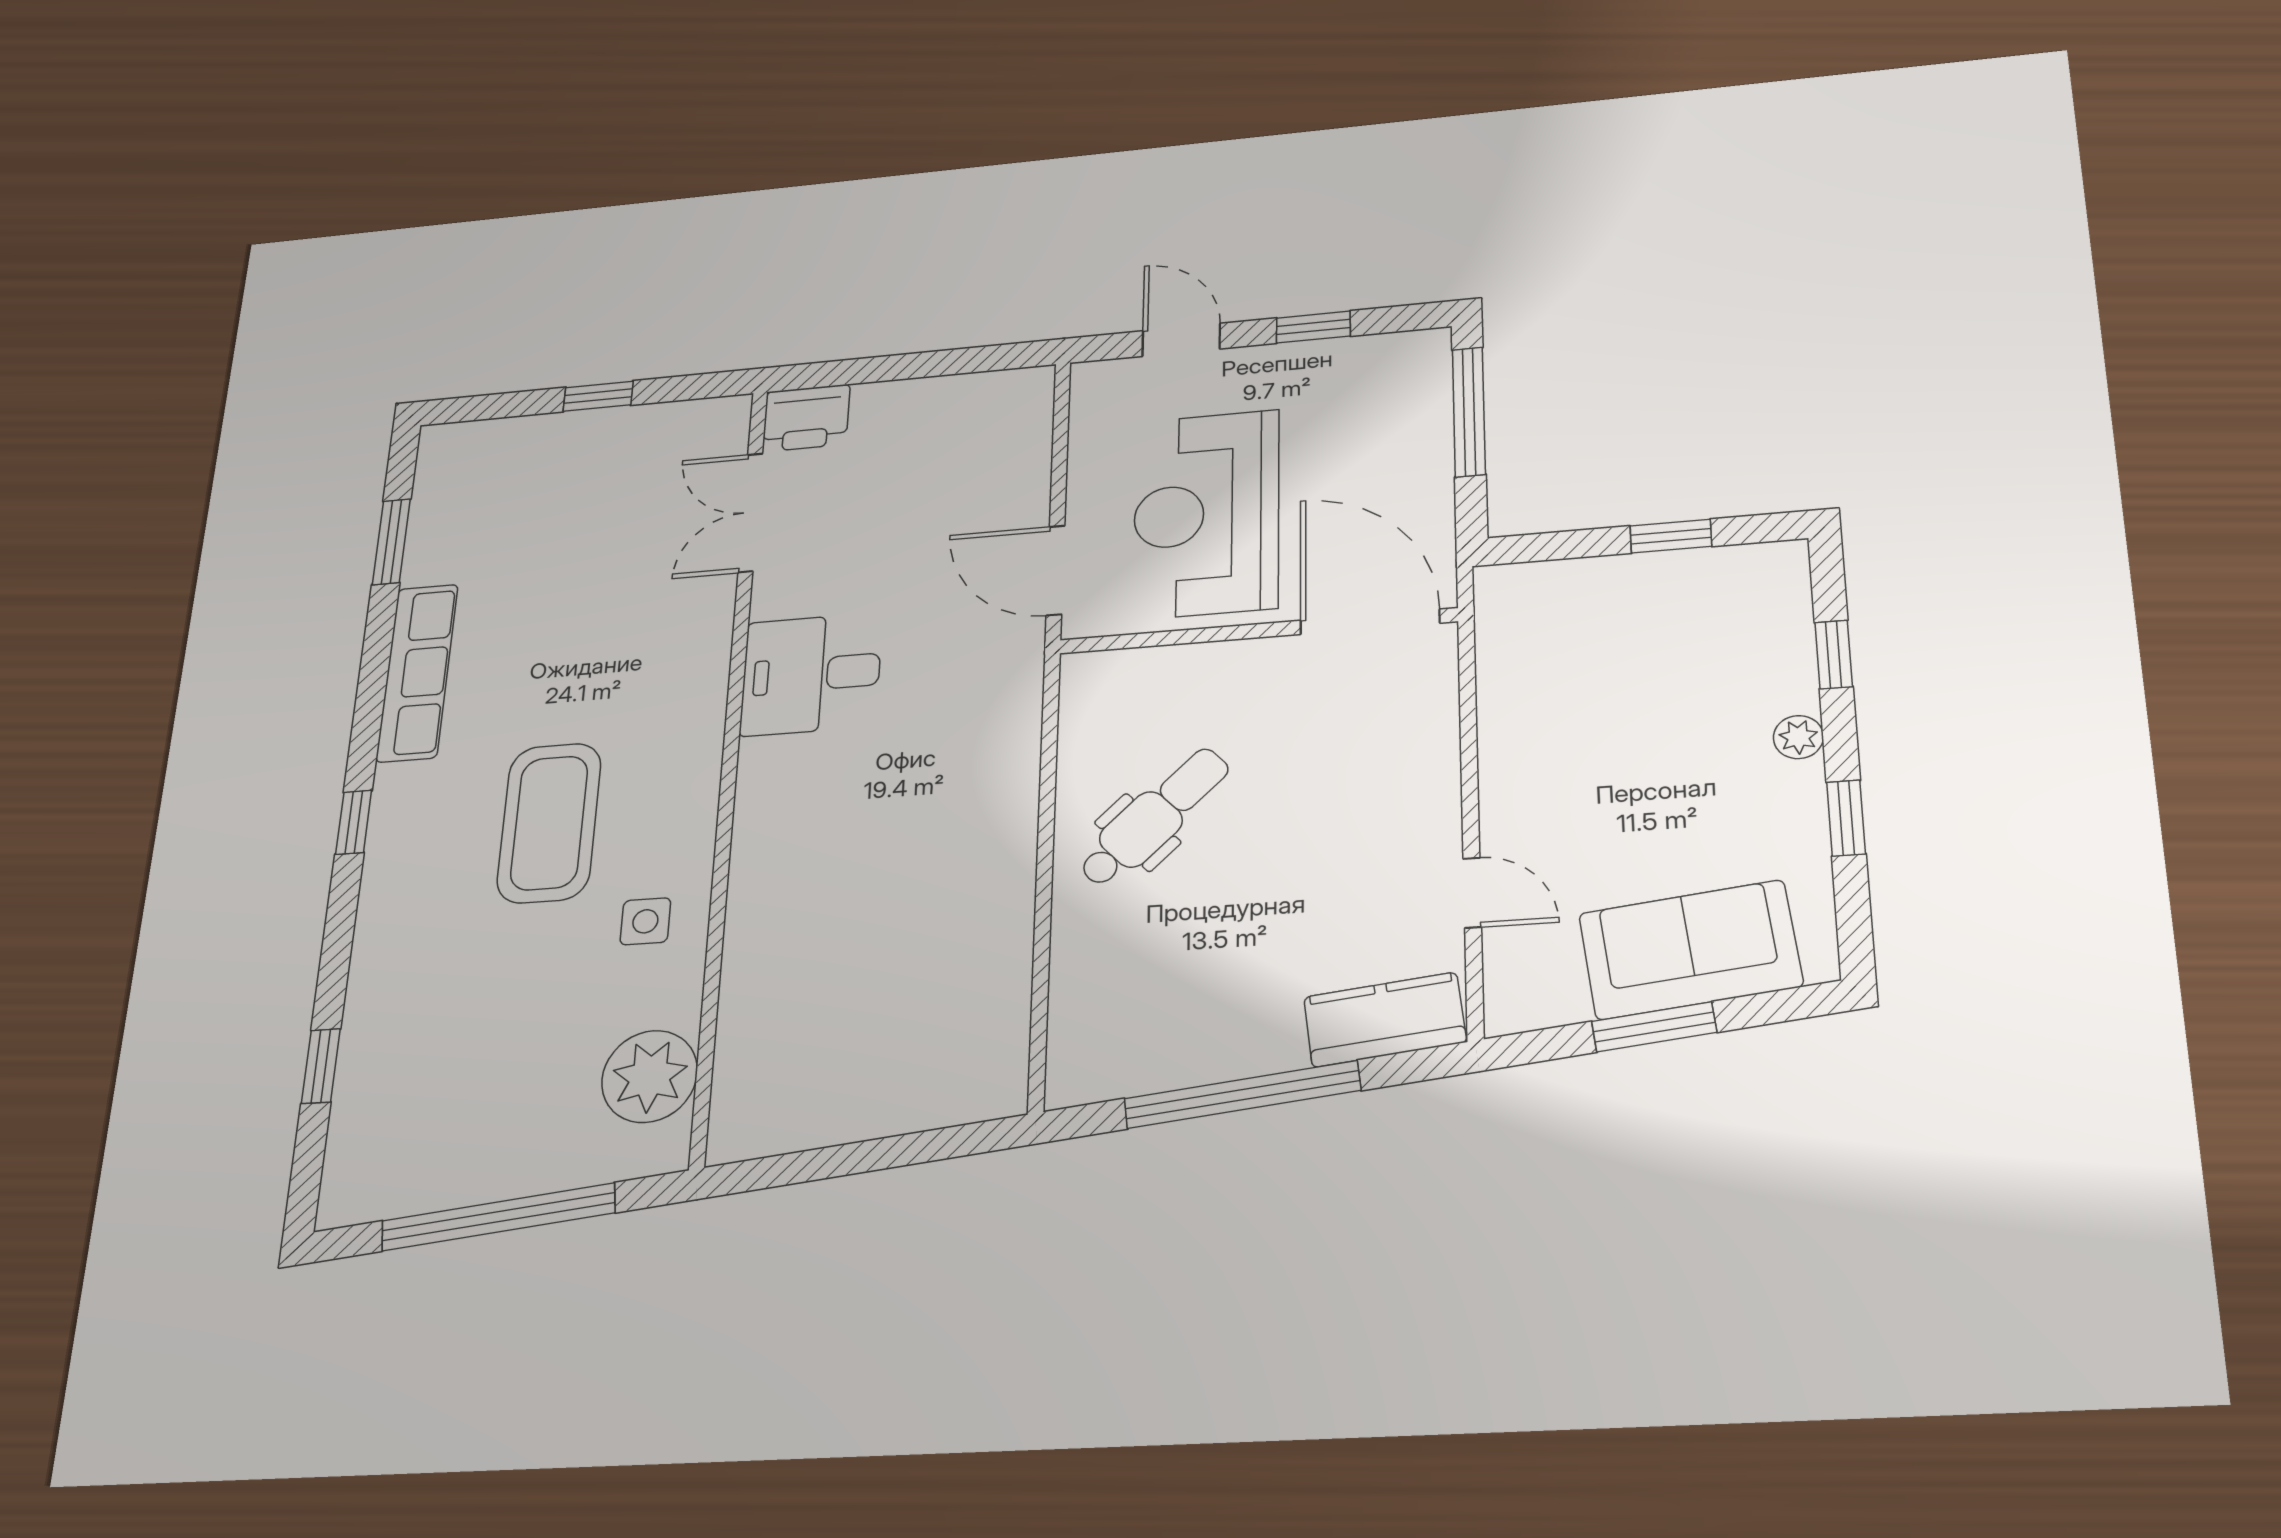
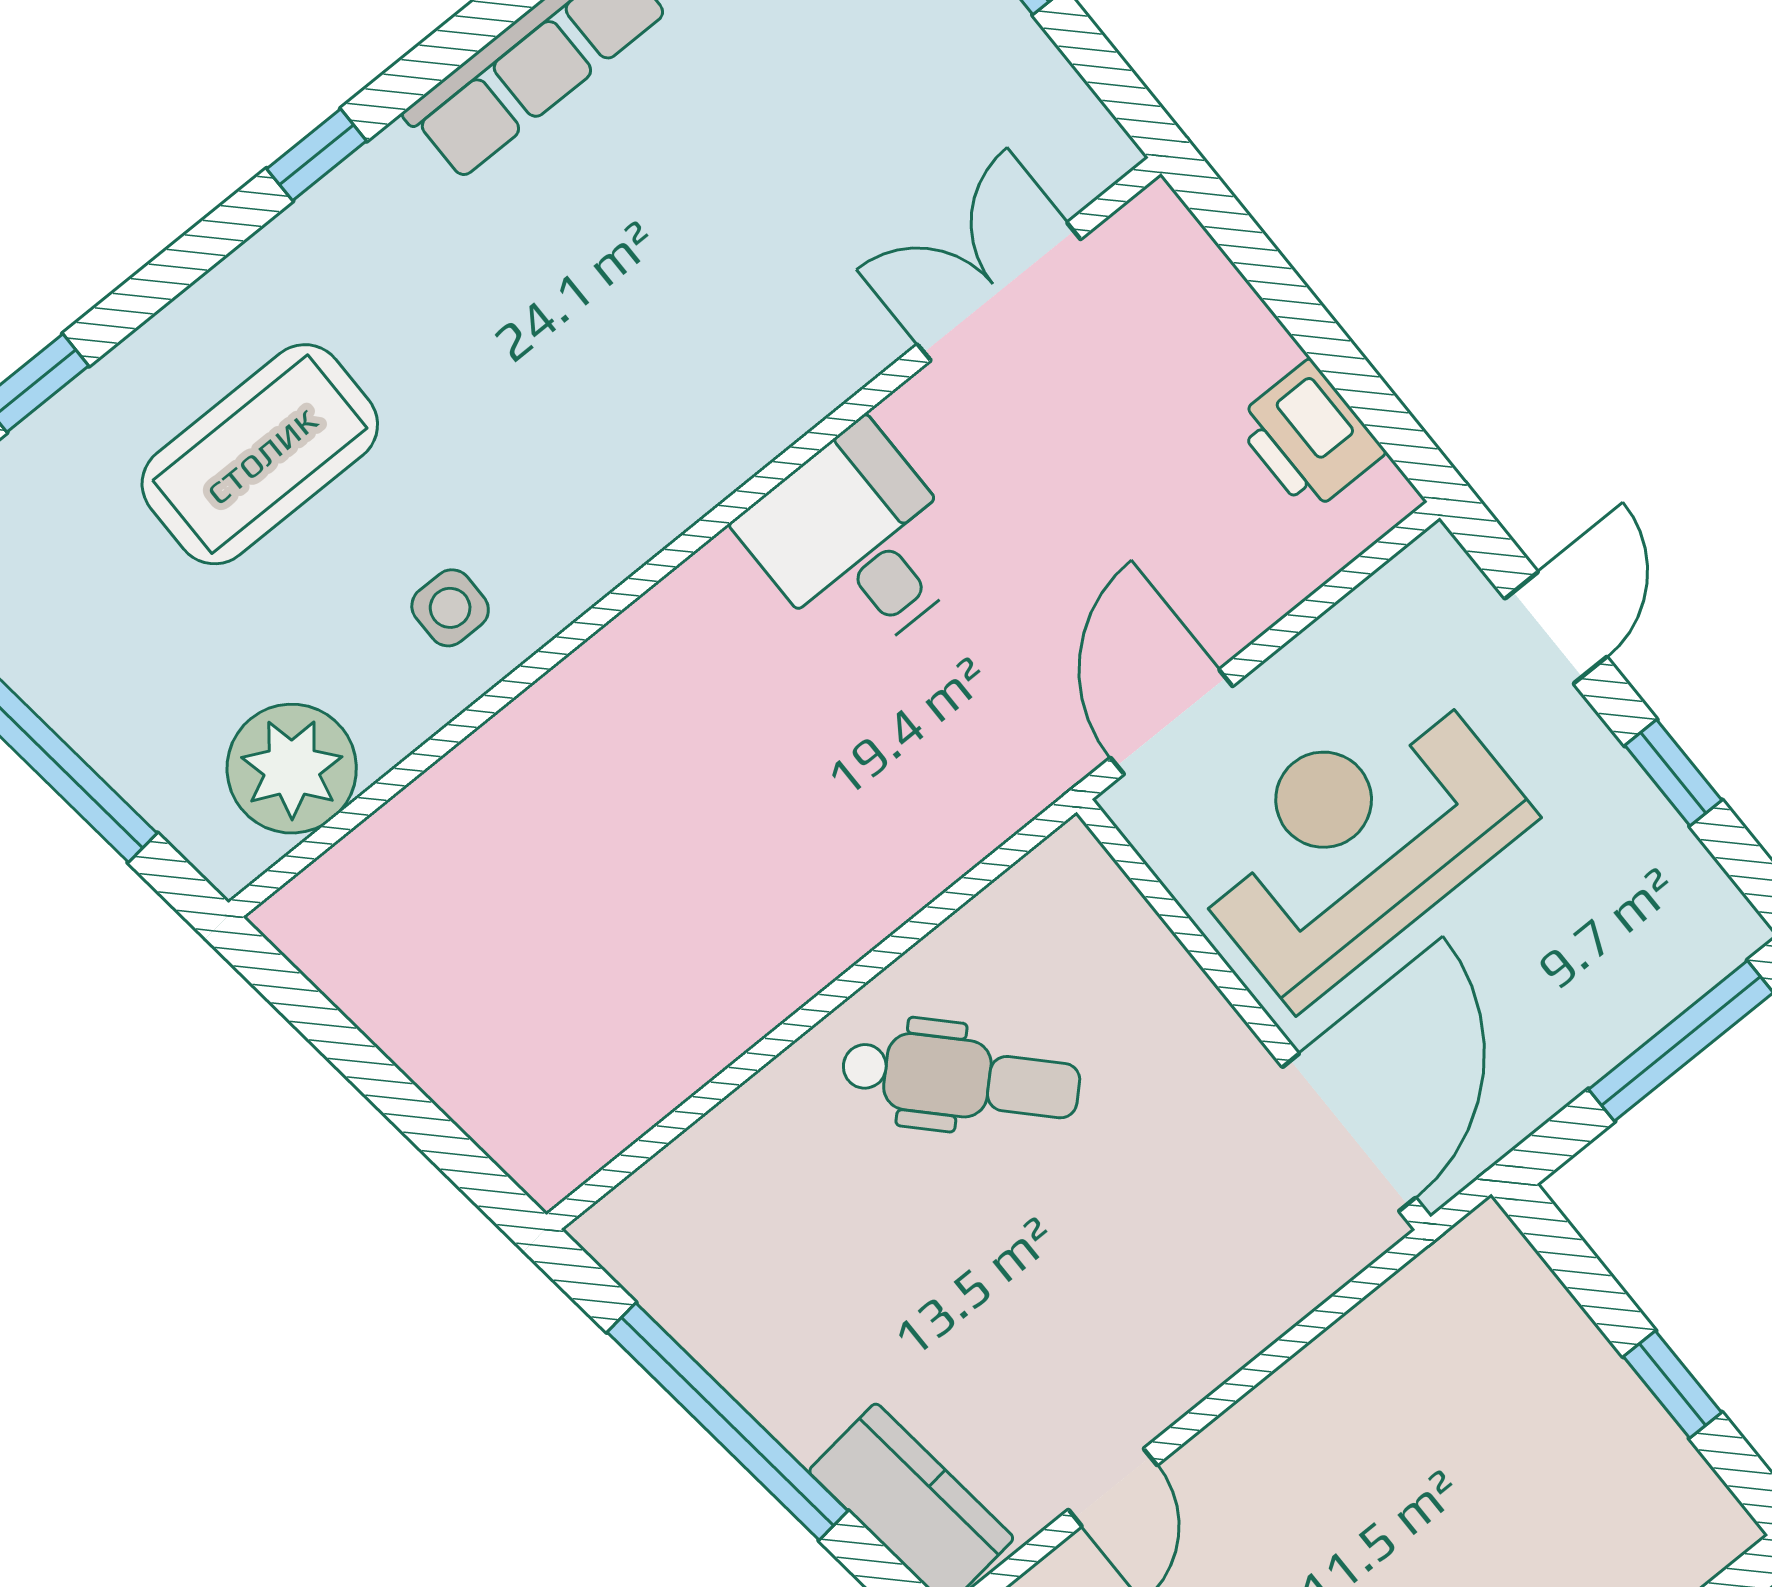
printer: (806, 418) -> (1309, 437), moved
coffee table: (549, 823) -> (260, 454), moved

